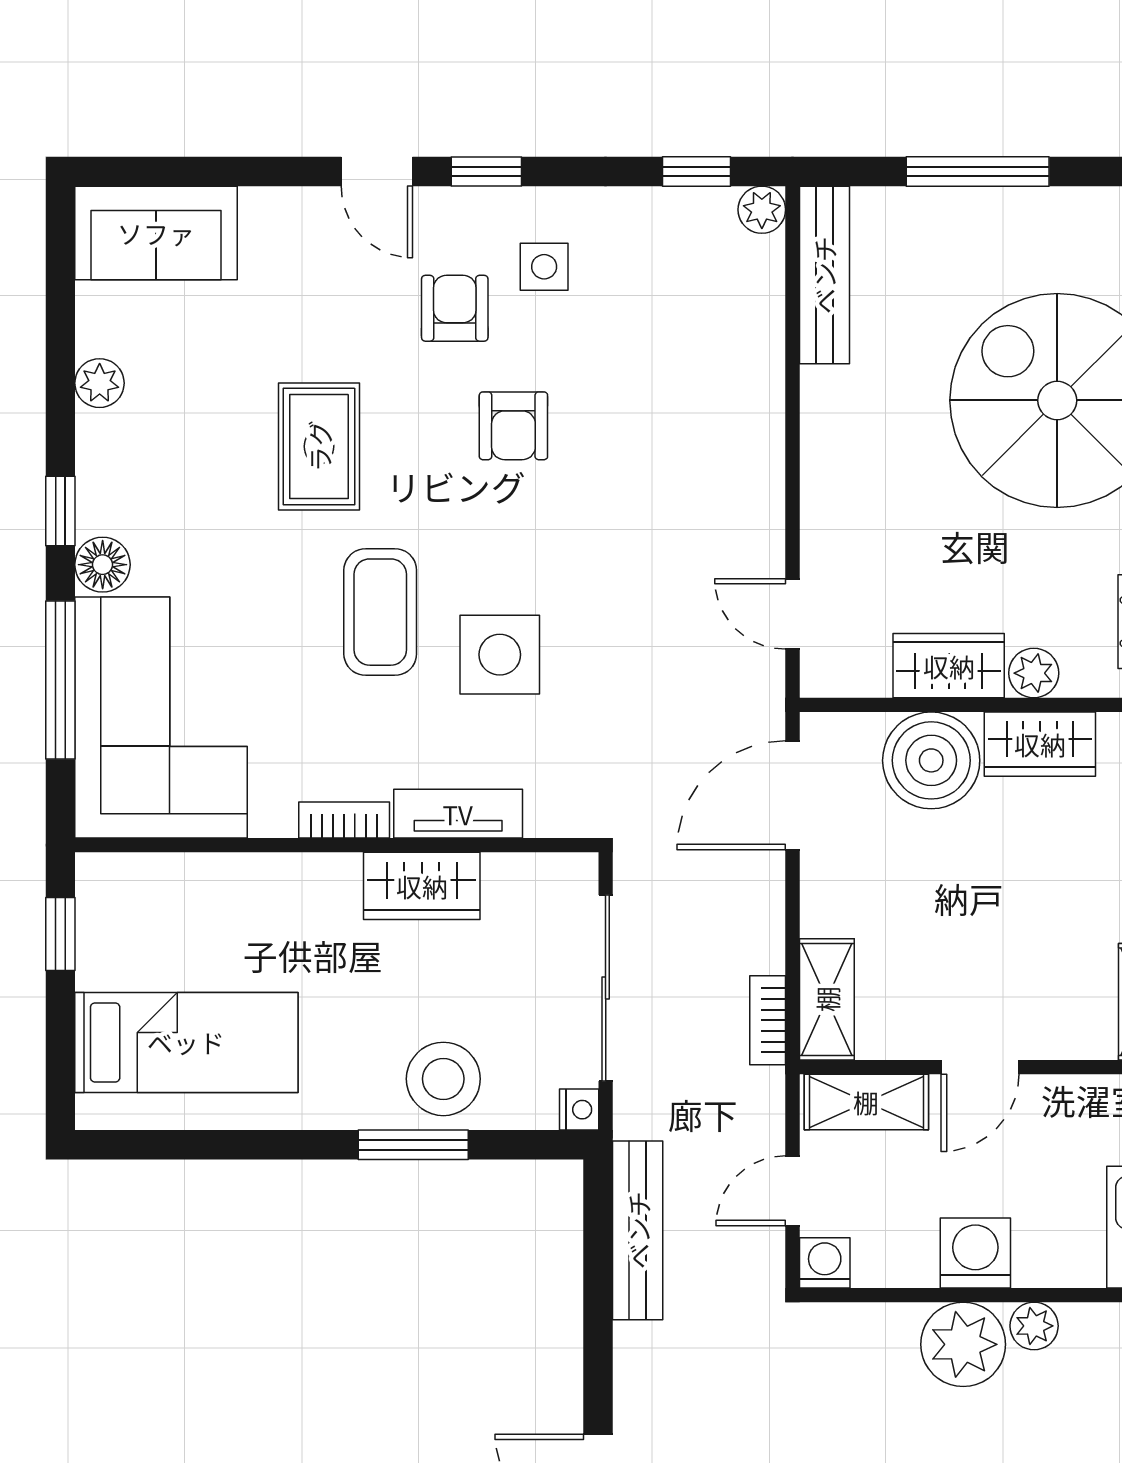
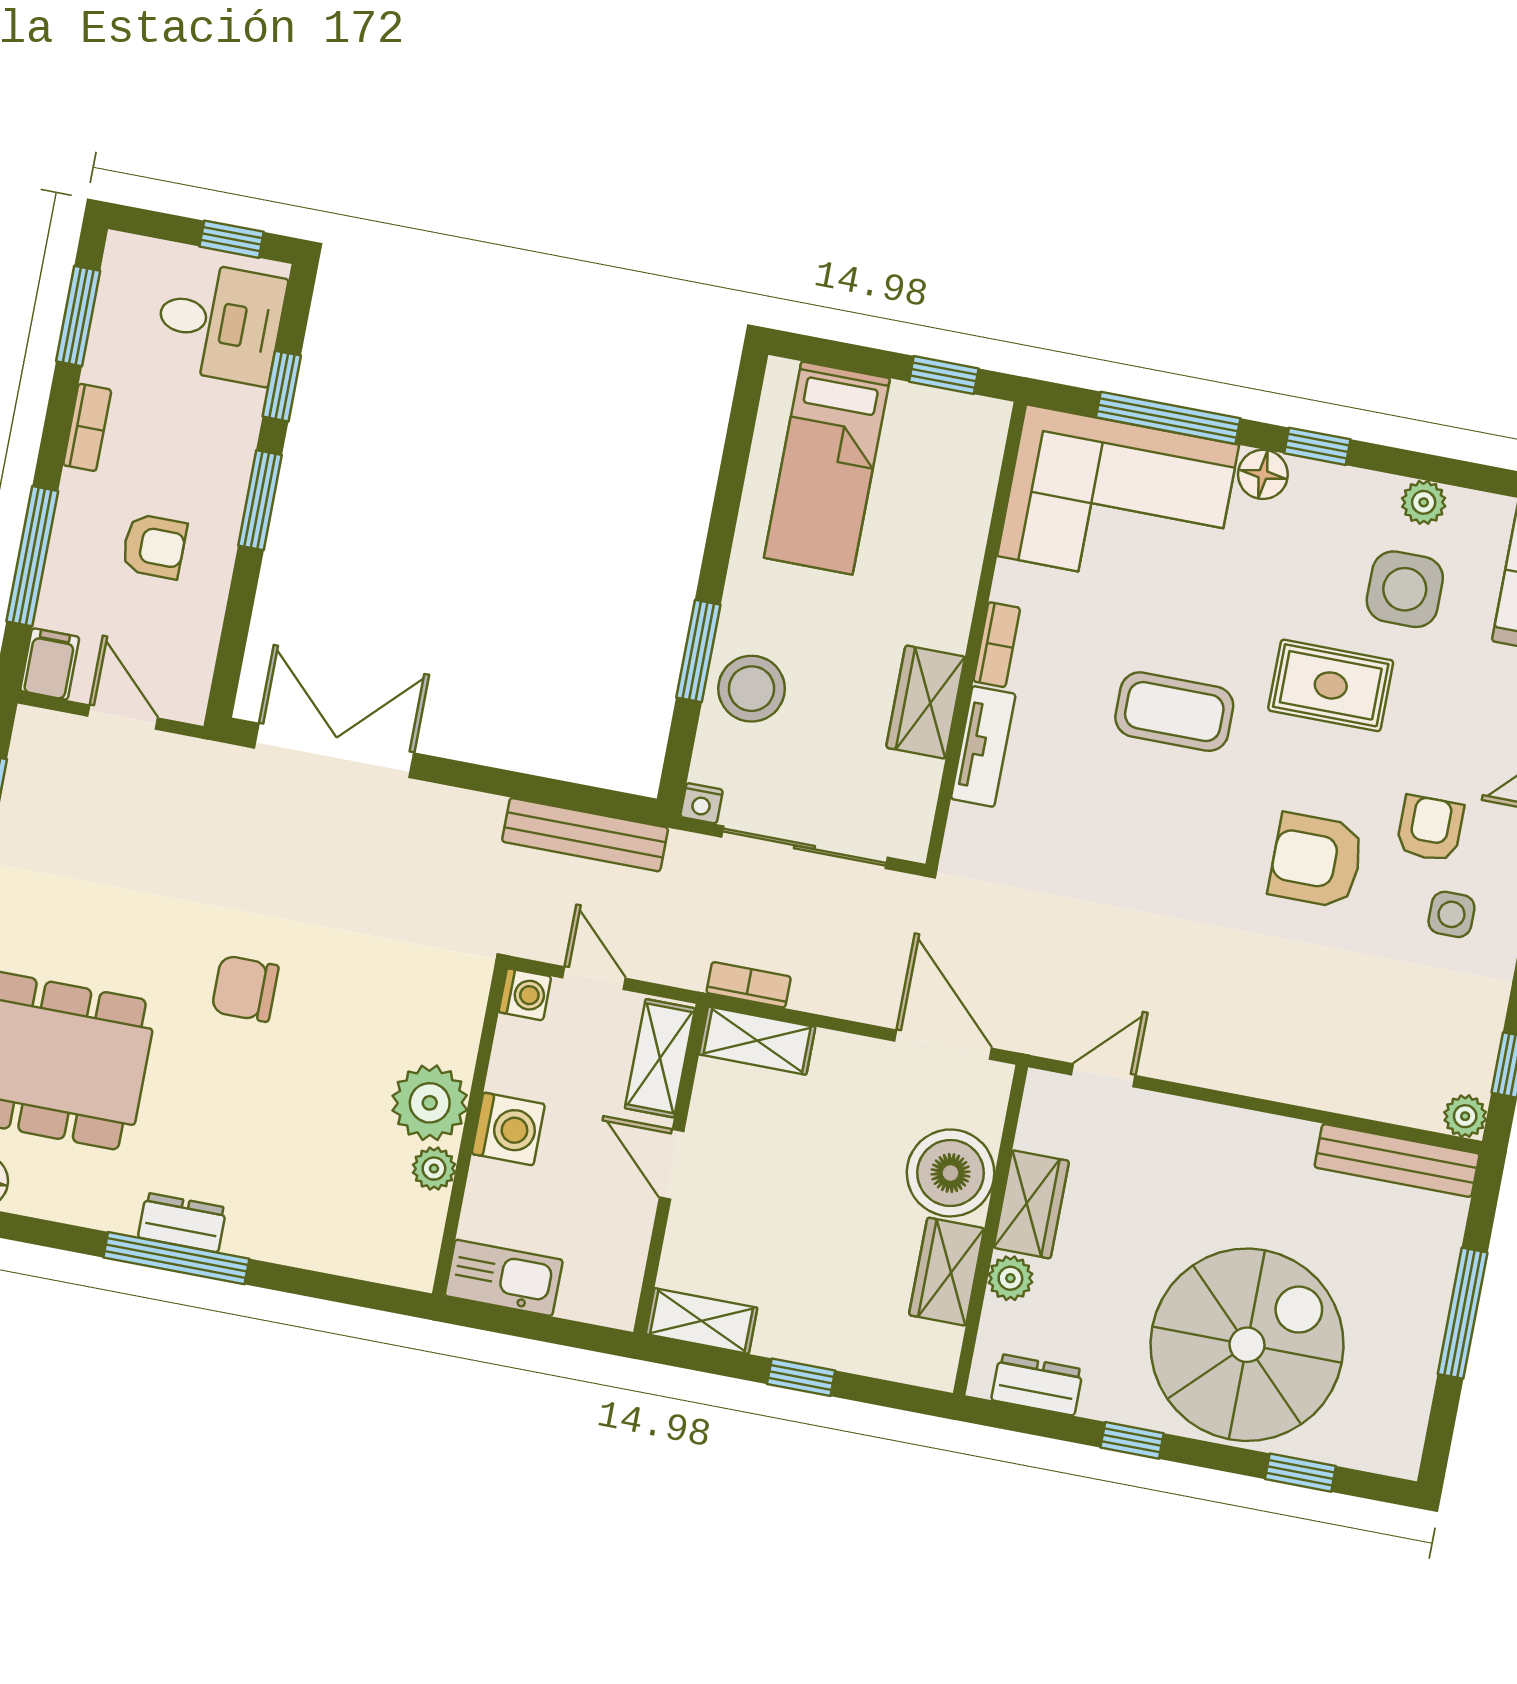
armchair: (455, 308) -> (1430, 829), turned -90
armchair: (513, 426) -> (1316, 861), width x1.38, depth x1.38
side table: (500, 655) -> (1405, 589), moved

